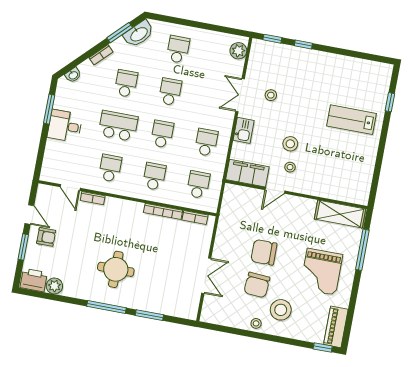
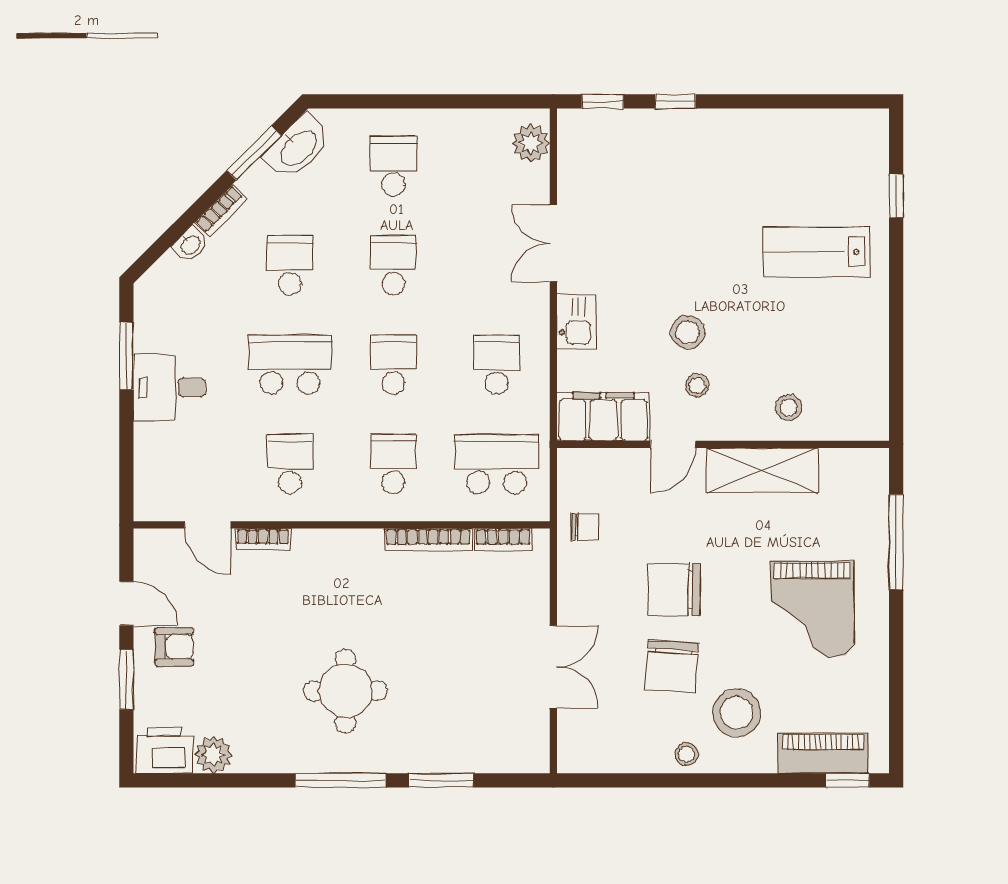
washbasin: (73, 75) -> (190, 245), moved
stool: (271, 95) -> (789, 408), moved
school desk: (198, 185) -> (497, 464), width x1.85
shelving: (340, 214) -> (762, 470), moved
chair: (231, 218) -> (584, 526), added
piano: (336, 327) -> (823, 753), moved, turned 90

